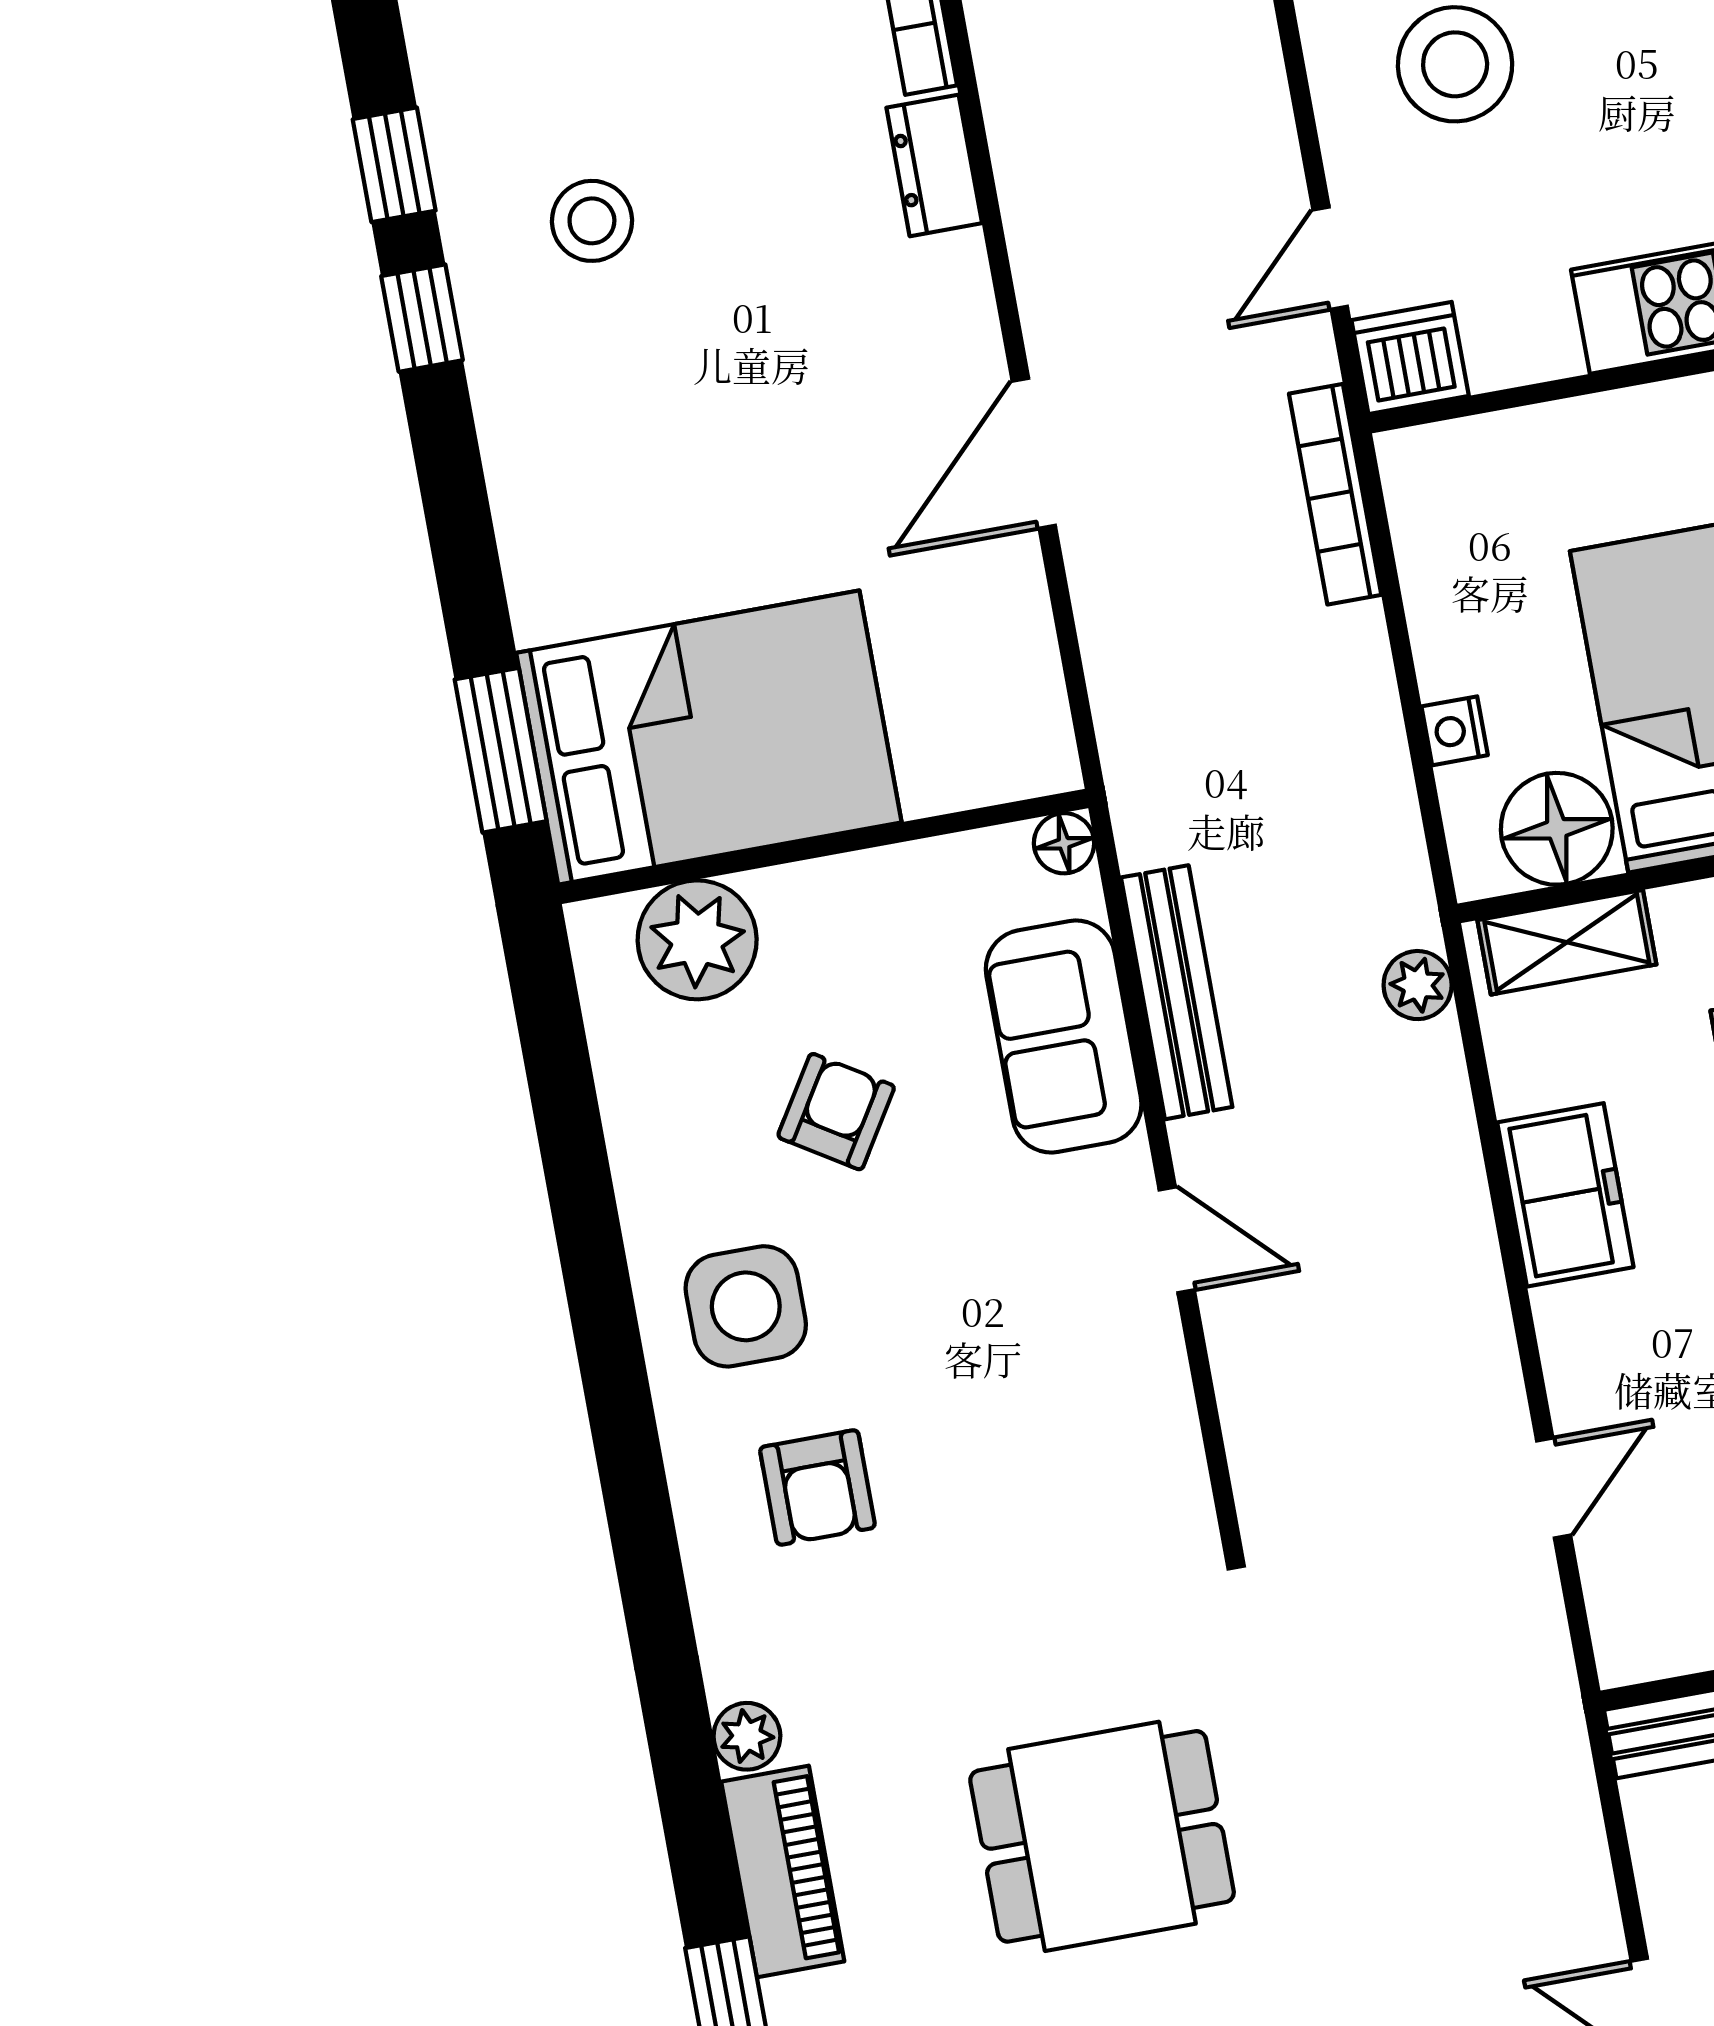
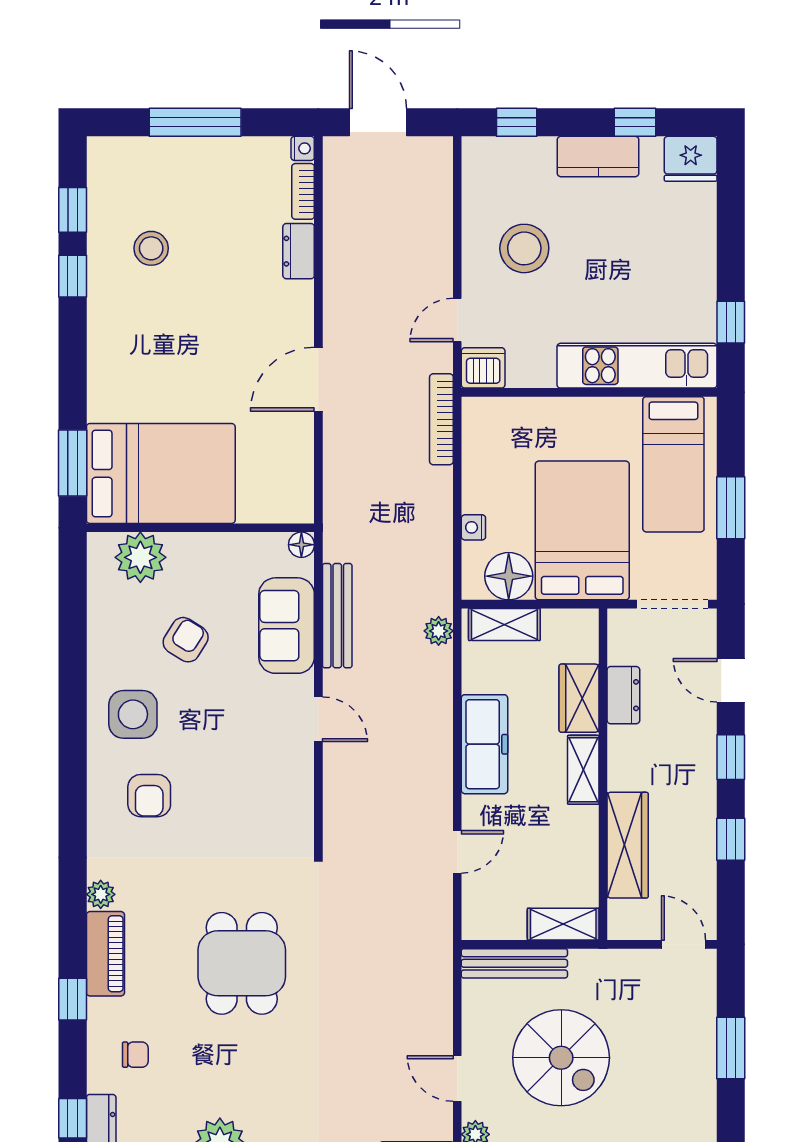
freezer: (1565, 1195) -> (484, 744), width x1.40
dining table: (1102, 1836) -> (242, 963), turned 90

